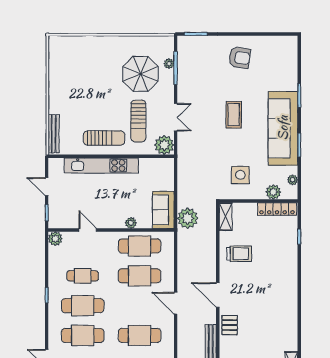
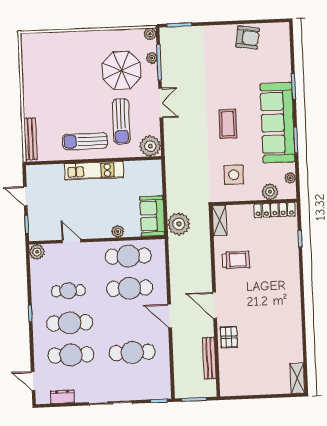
plant: (168, 41) -> (150, 34), added
armchair: (240, 58) -> (248, 38), moved
coffee table: (234, 115) -> (228, 124), moved
double door: (176, 117) -> (161, 103), moved
sun lounger: (104, 138) -> (85, 141), turned 180
kitchen unit: (101, 166) -> (94, 171), width x0.73

